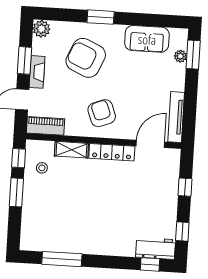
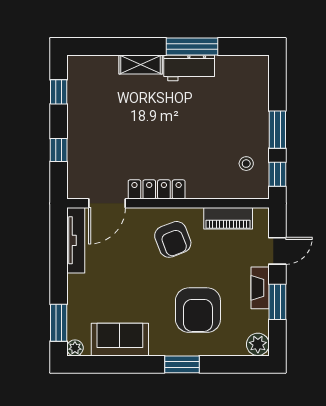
plant: (180, 56) -> (75, 348), moved
armchair: (86, 58) -> (198, 310), turned 66
piano: (46, 126) -> (228, 218), moved
shelving: (71, 150) -> (141, 64), moved
workbench: (155, 248) -> (189, 68), moved
window: (62, 259) -> (192, 46), moved
window: (150, 264) -> (98, 46), removed

